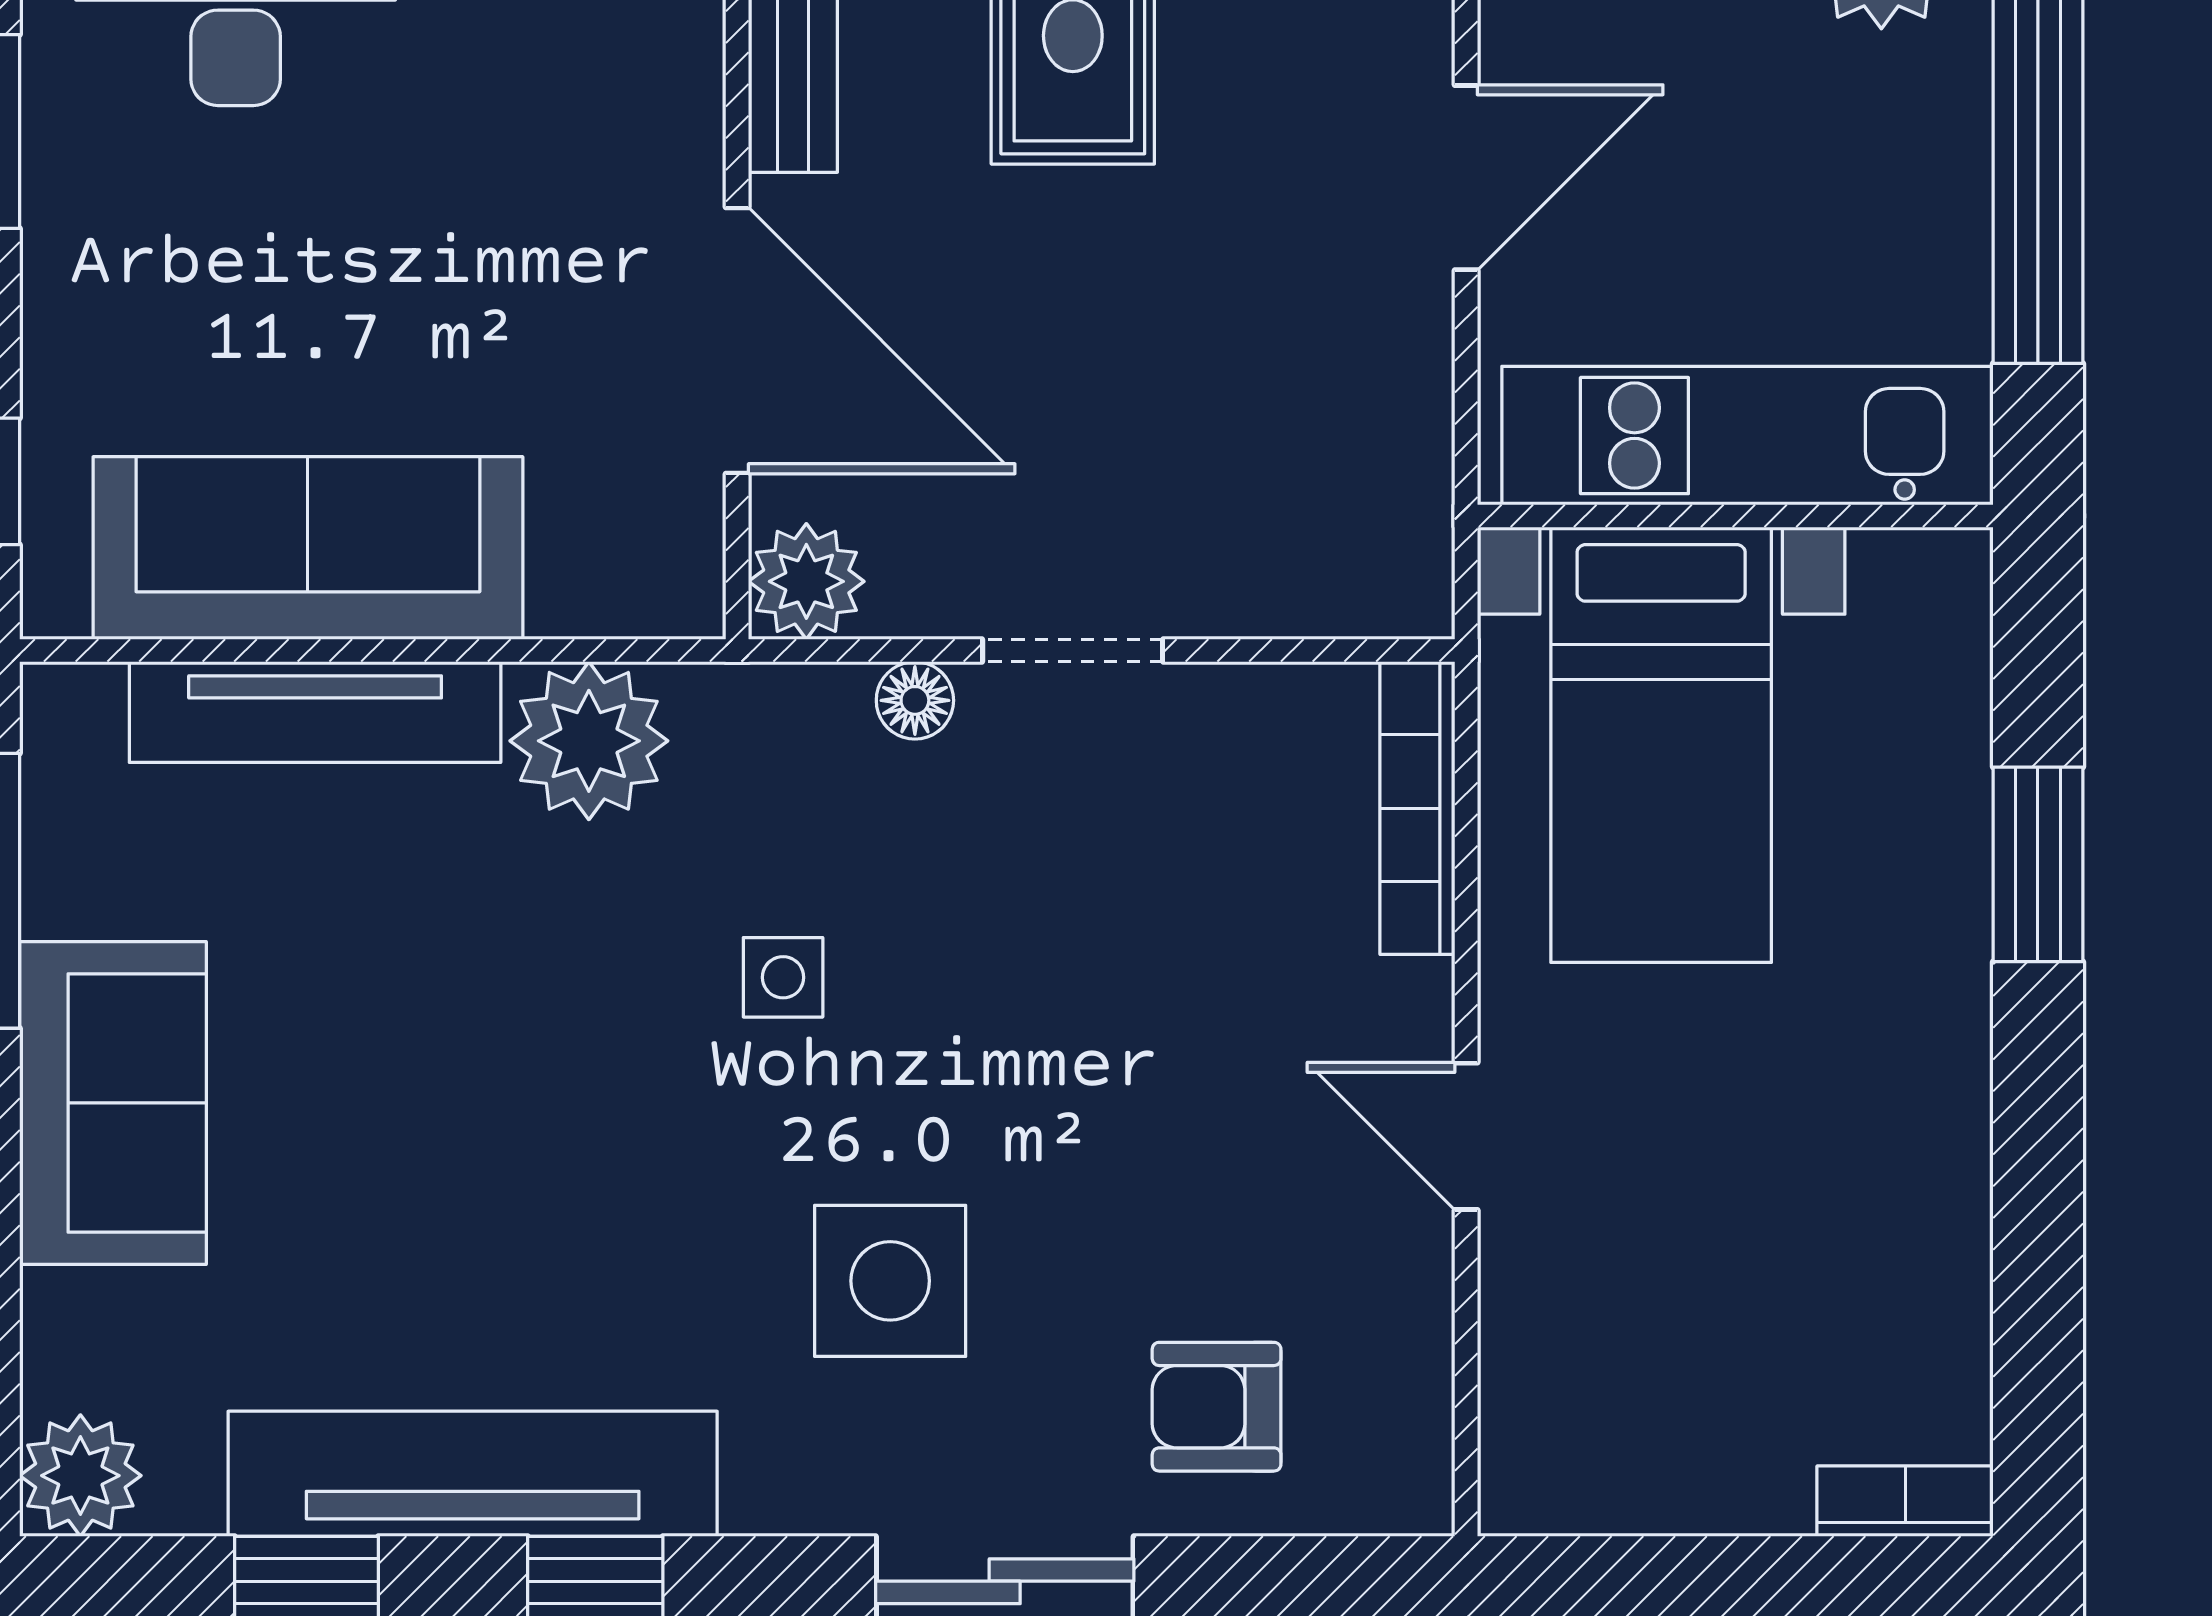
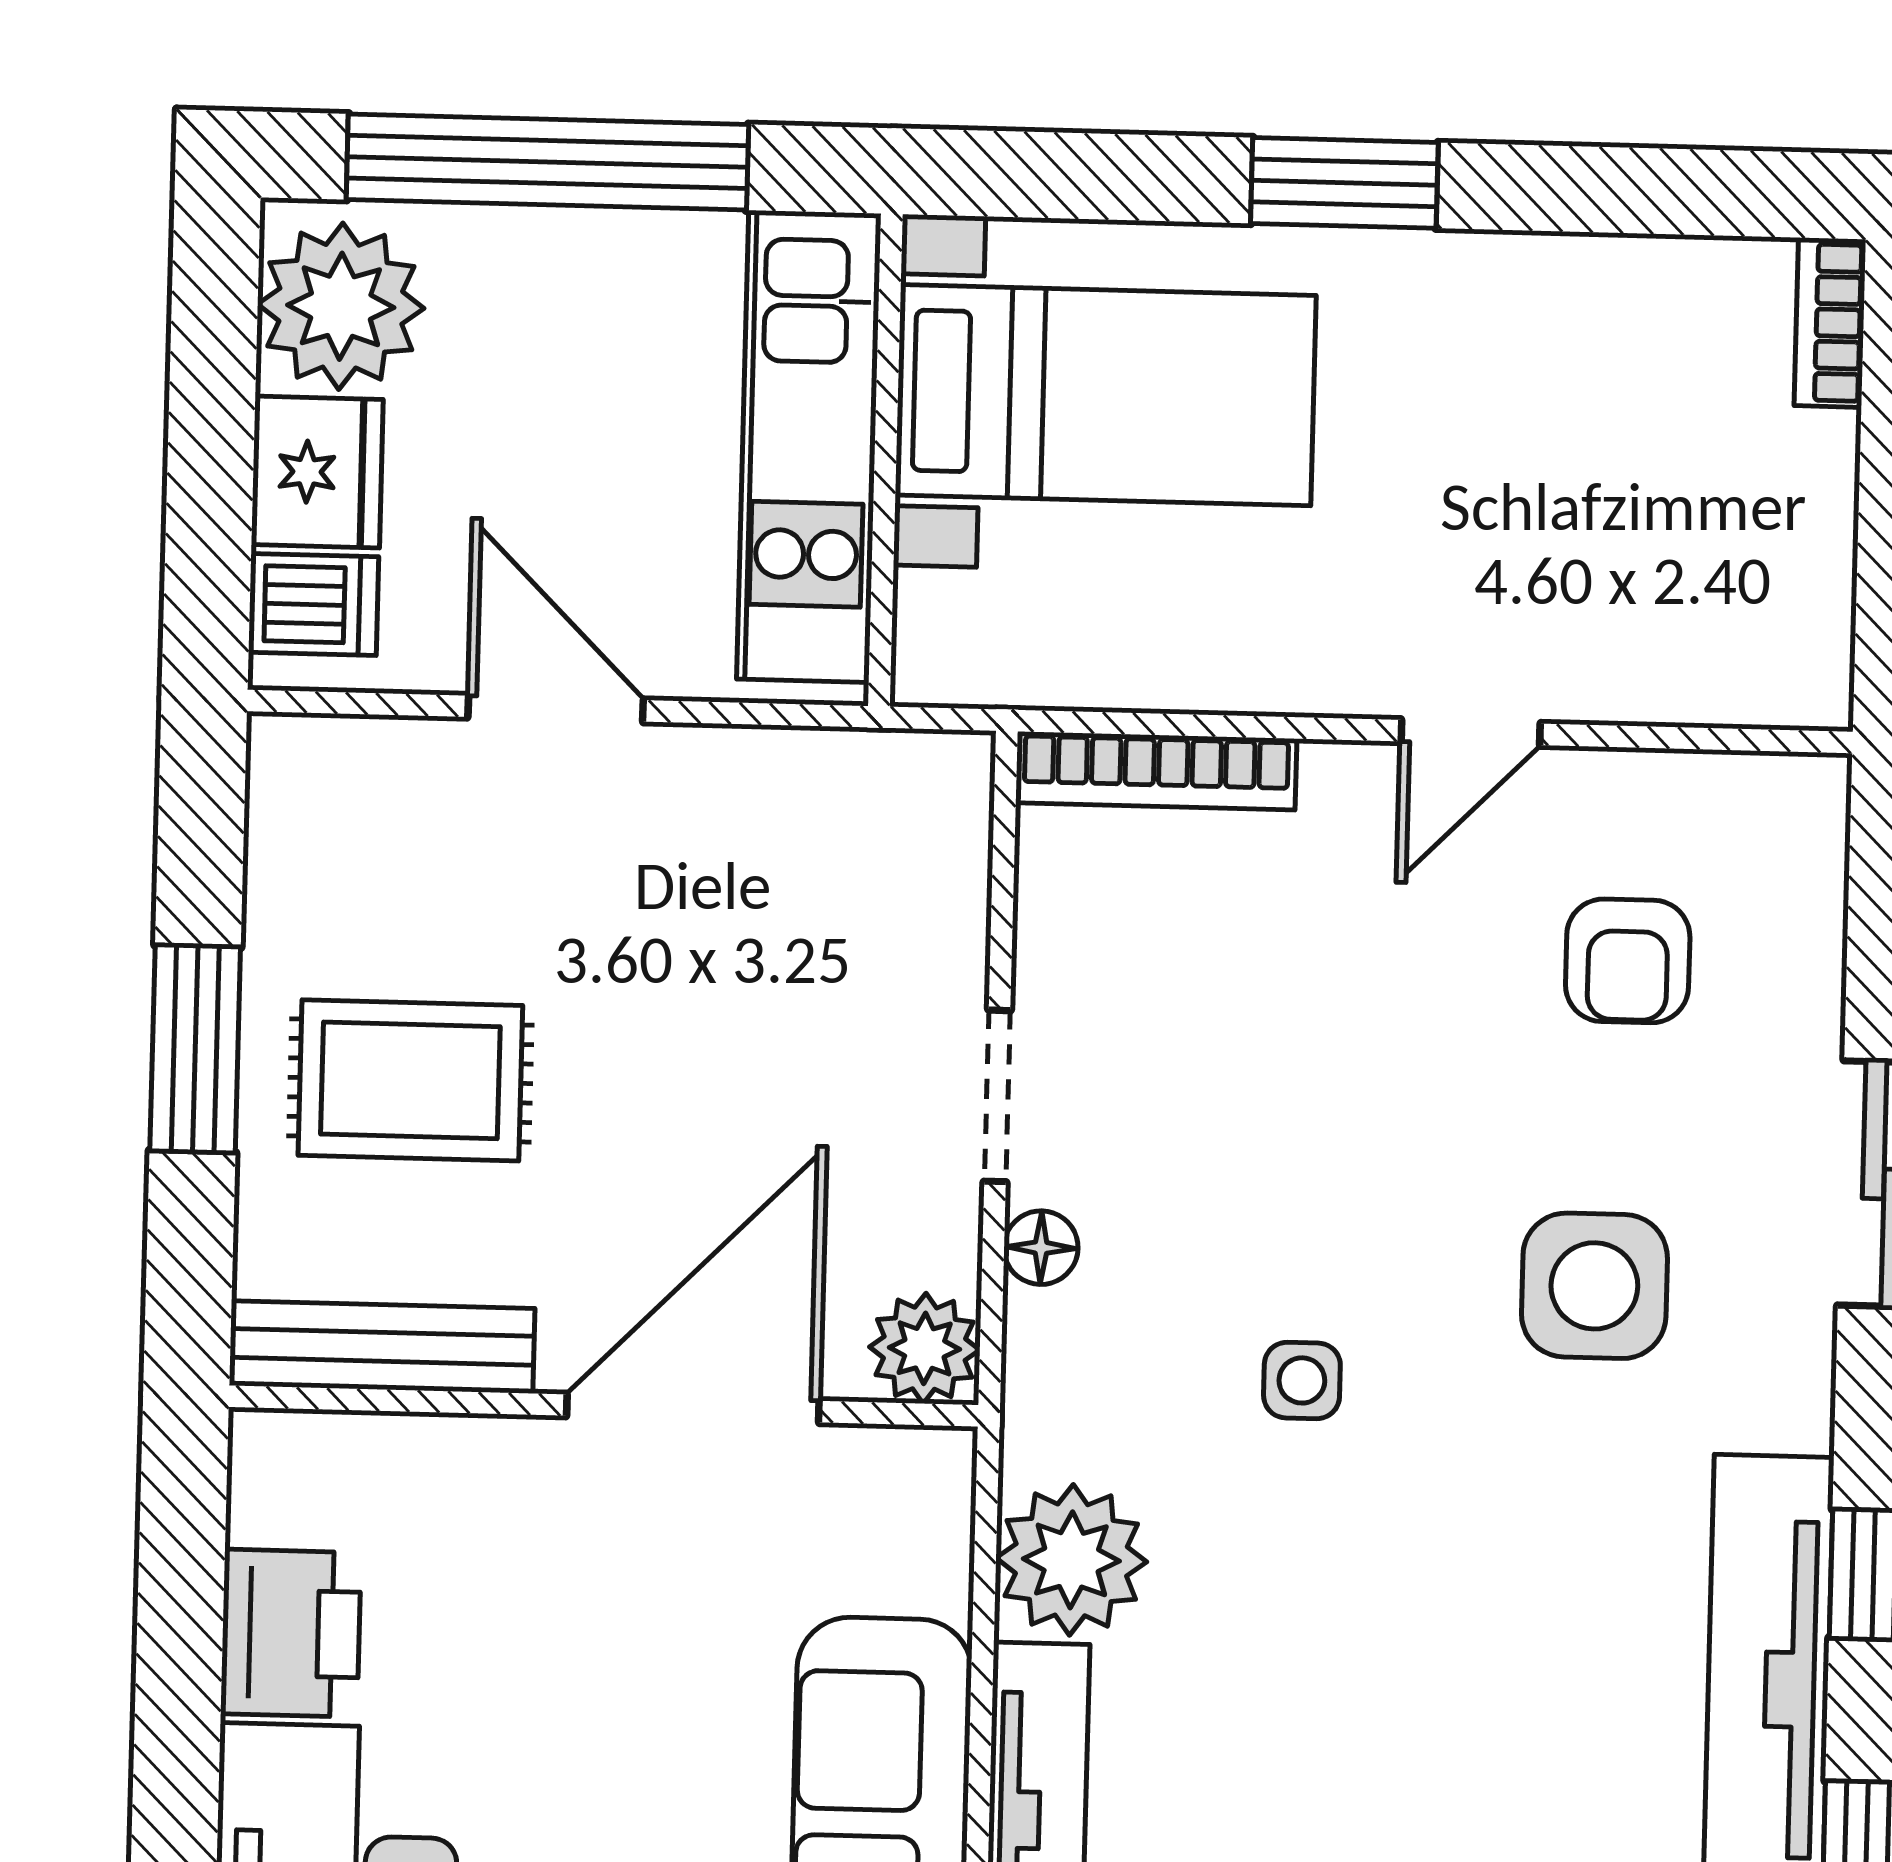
bed with nightstands: (1661, 745) -> (1106, 395), moved
window: (2038, 864) -> (1344, 183), moved
armchair: (1217, 1407) -> (1628, 961), moved

